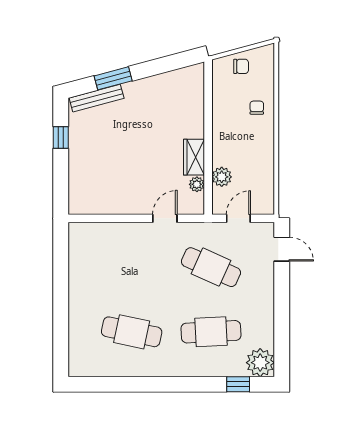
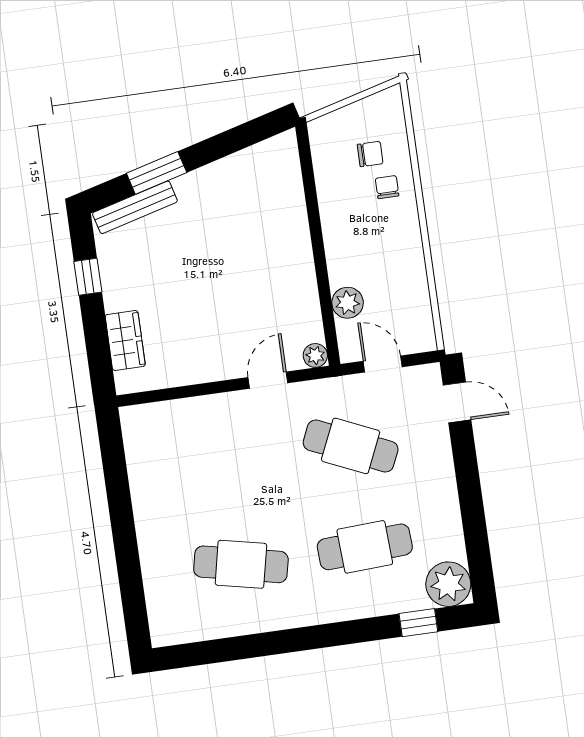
chair: (241, 66) -> (370, 154), moved
wardrobe: (194, 157) -> (125, 341), moved, turned 180
plant: (197, 184) -> (315, 355), moved
door: (238, 218) -> (383, 364), hinge flipped

